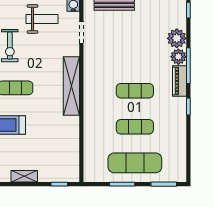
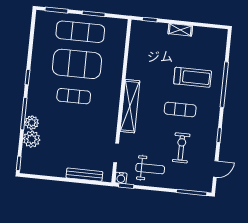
weight bench: (42, 19) -> (150, 169), turned 180
piano: (179, 81) -> (33, 101), removed
exercise mat: (135, 127) -> (77, 64), width x2.00, depth x1.45

